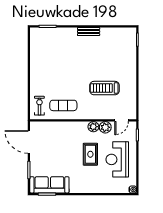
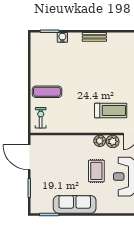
water cooler: (59, 32) -> (62, 37), added
treadmill: (105, 88) -> (111, 110), moved, turned 180
exercise mat: (63, 105) -> (47, 92), moved
sofa: (49, 185) -> (75, 204), moved

